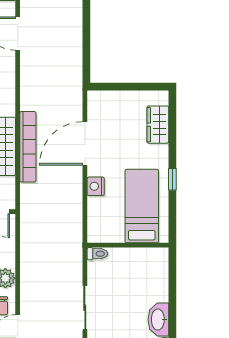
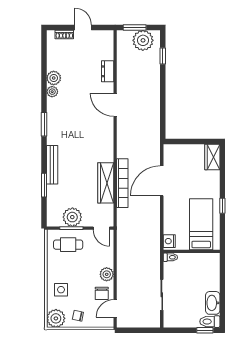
wardrobe: (158, 125) -> (212, 157), moved
nightstand: (96, 186) -> (169, 241), moved

